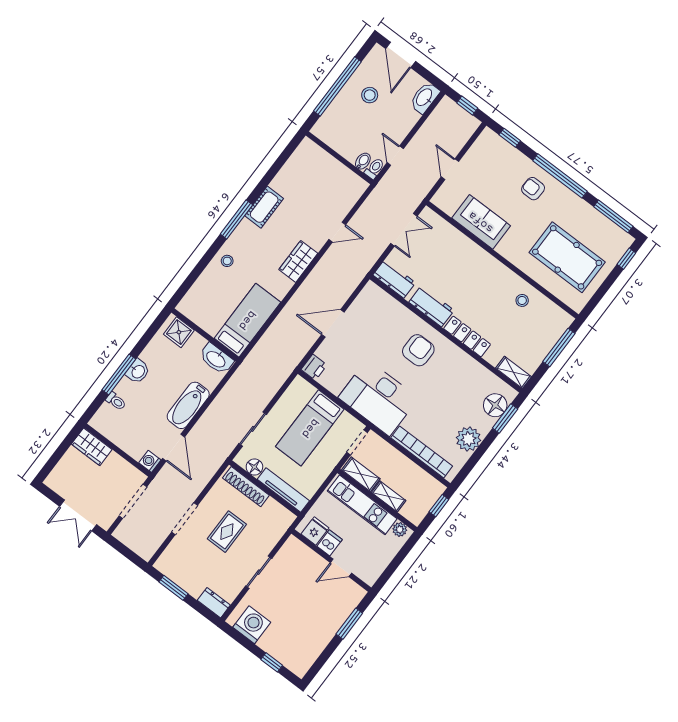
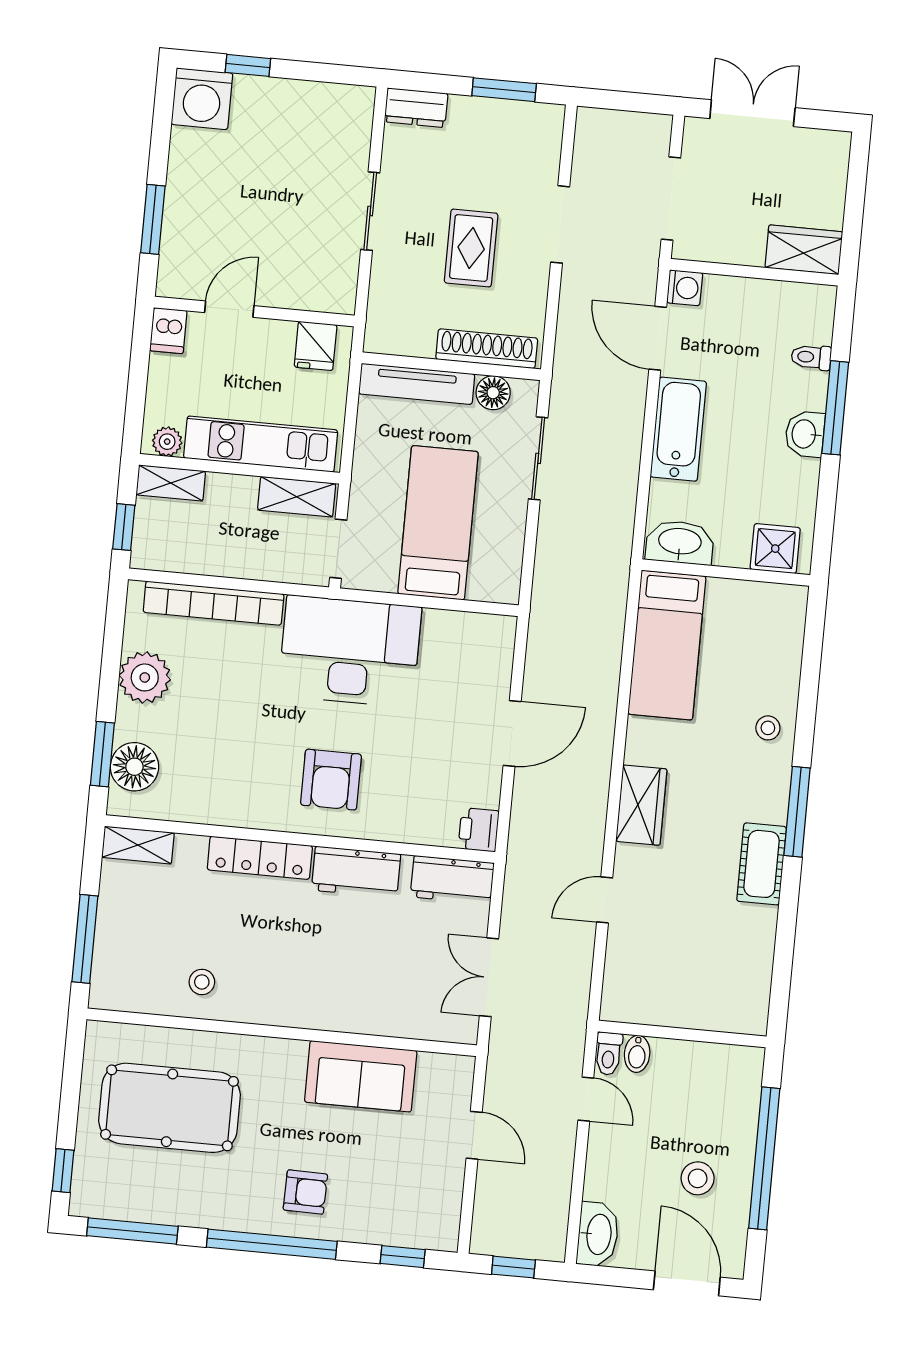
printer: (314, 367) -> (479, 830), moved
shelving: (389, 497) -> (171, 483), moved
dishwasher: (330, 543) -> (168, 331), moved
washing machine: (252, 625) -> (202, 99), moved

